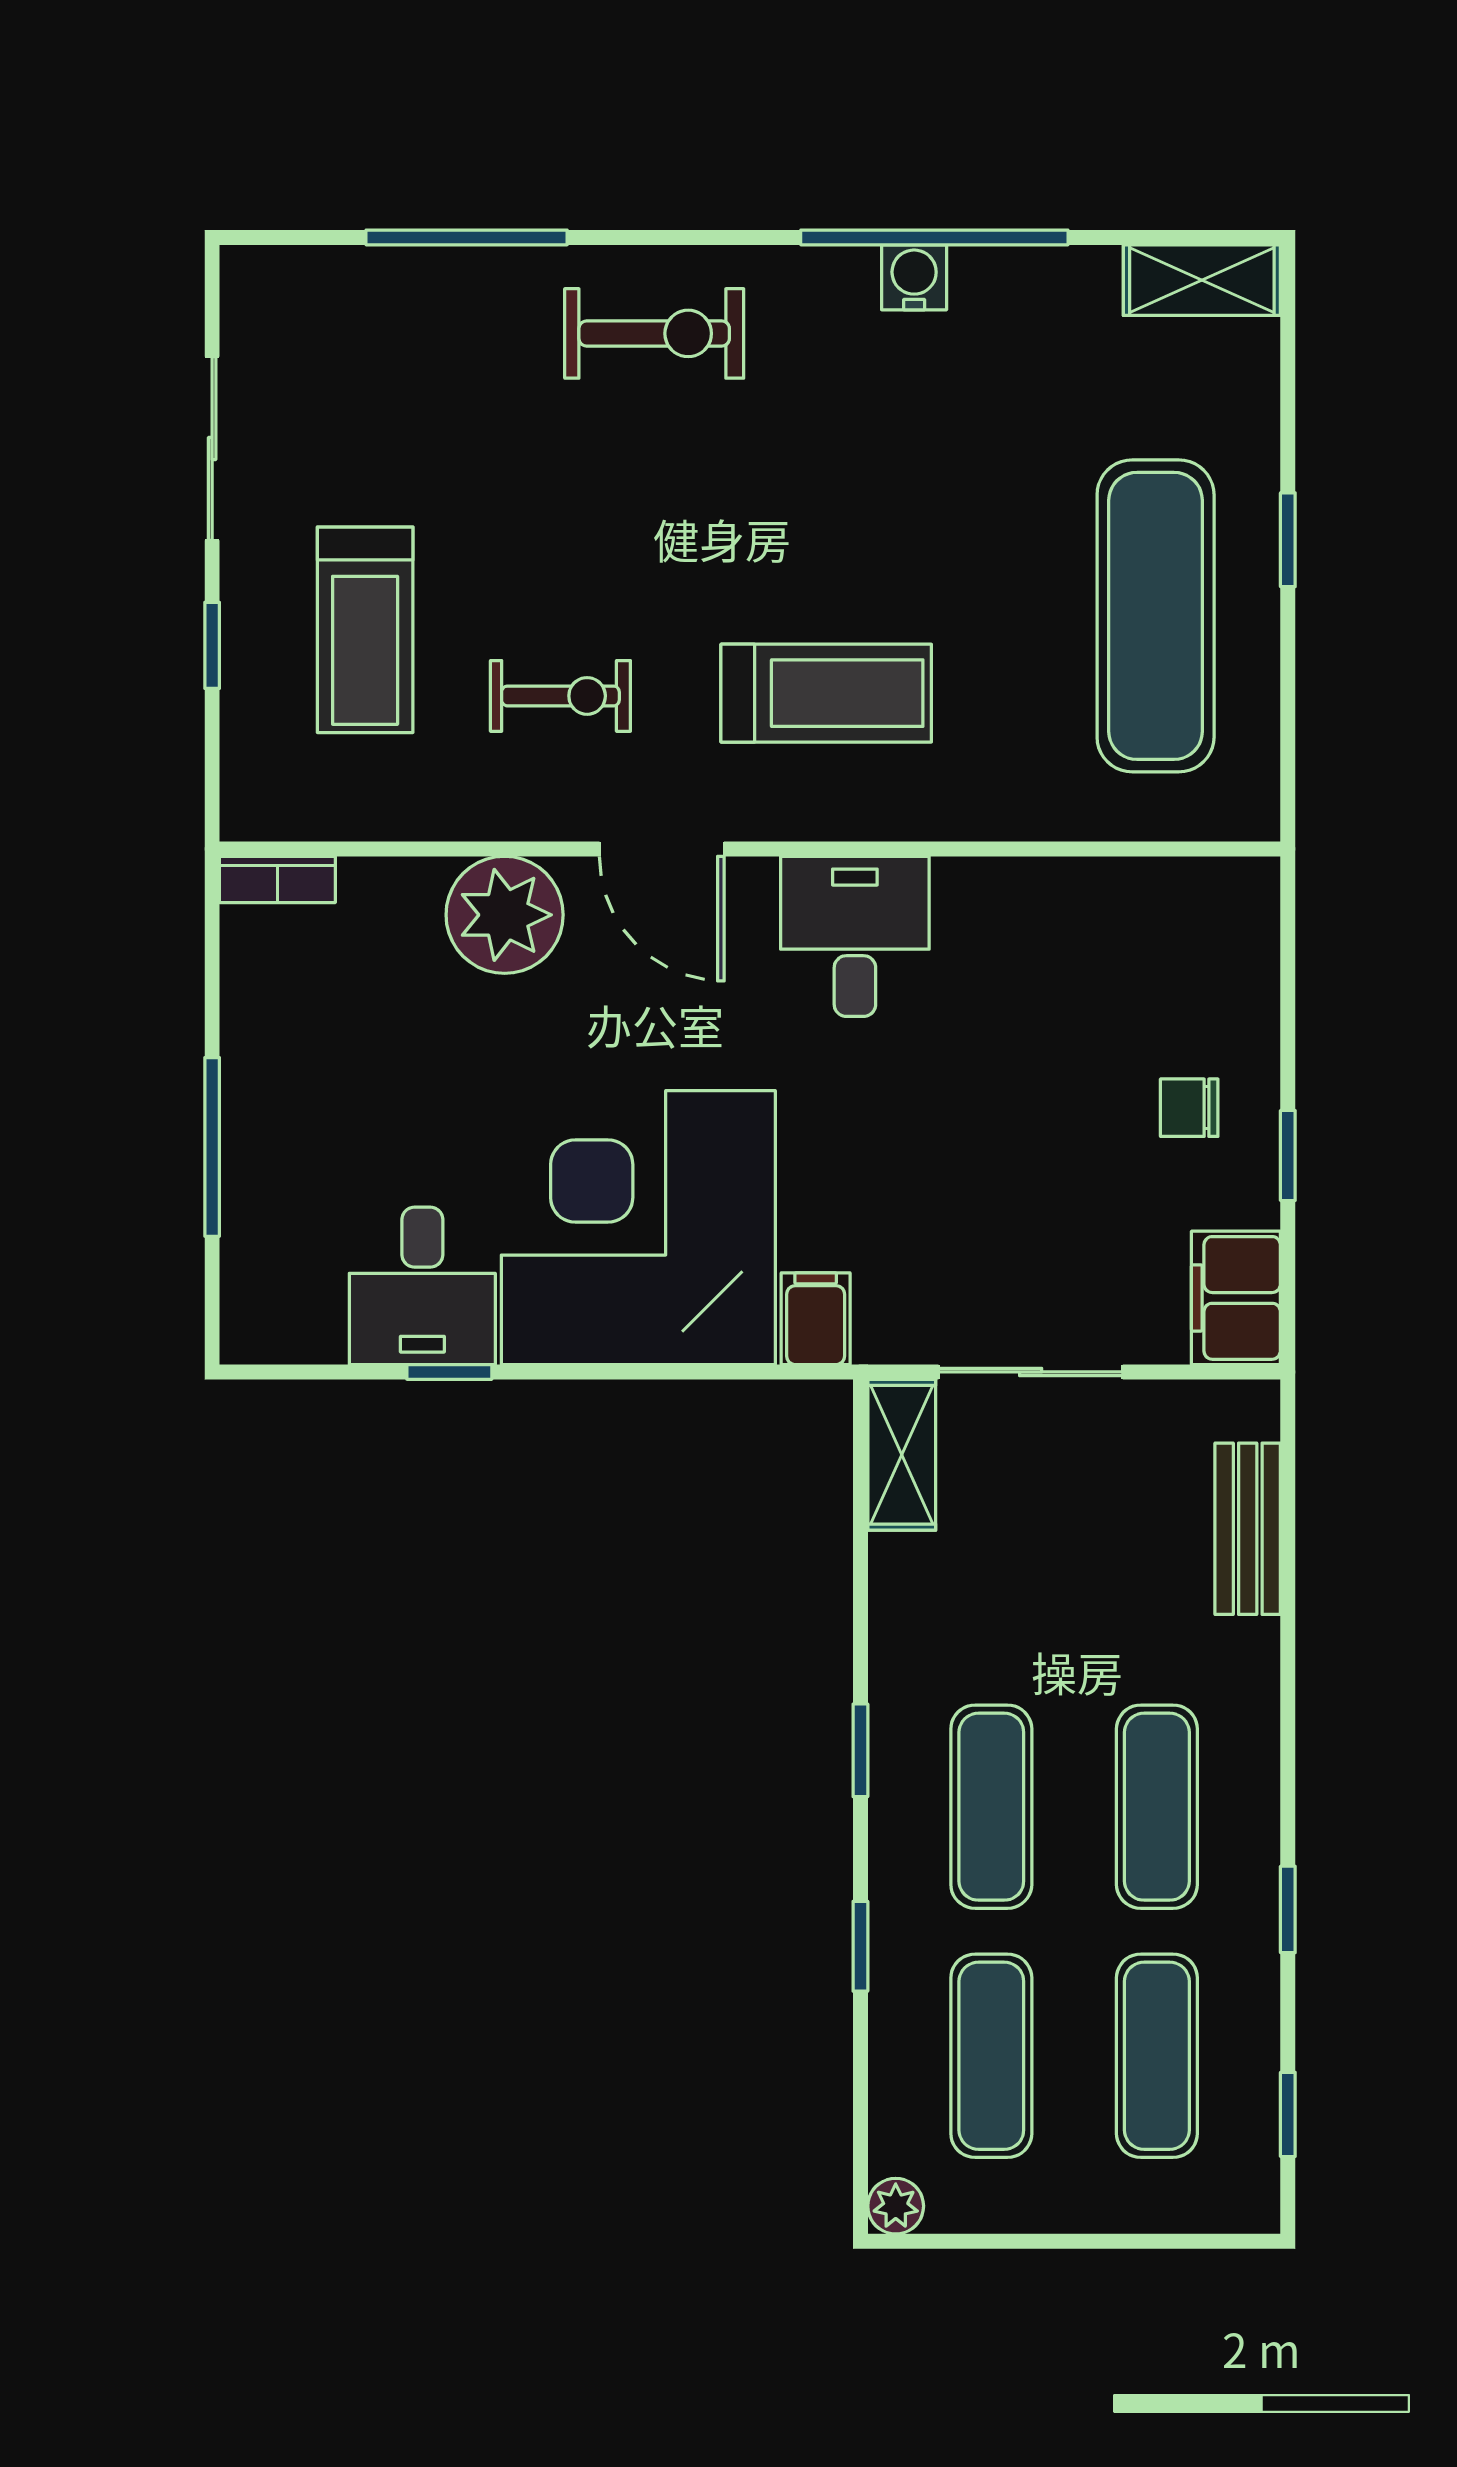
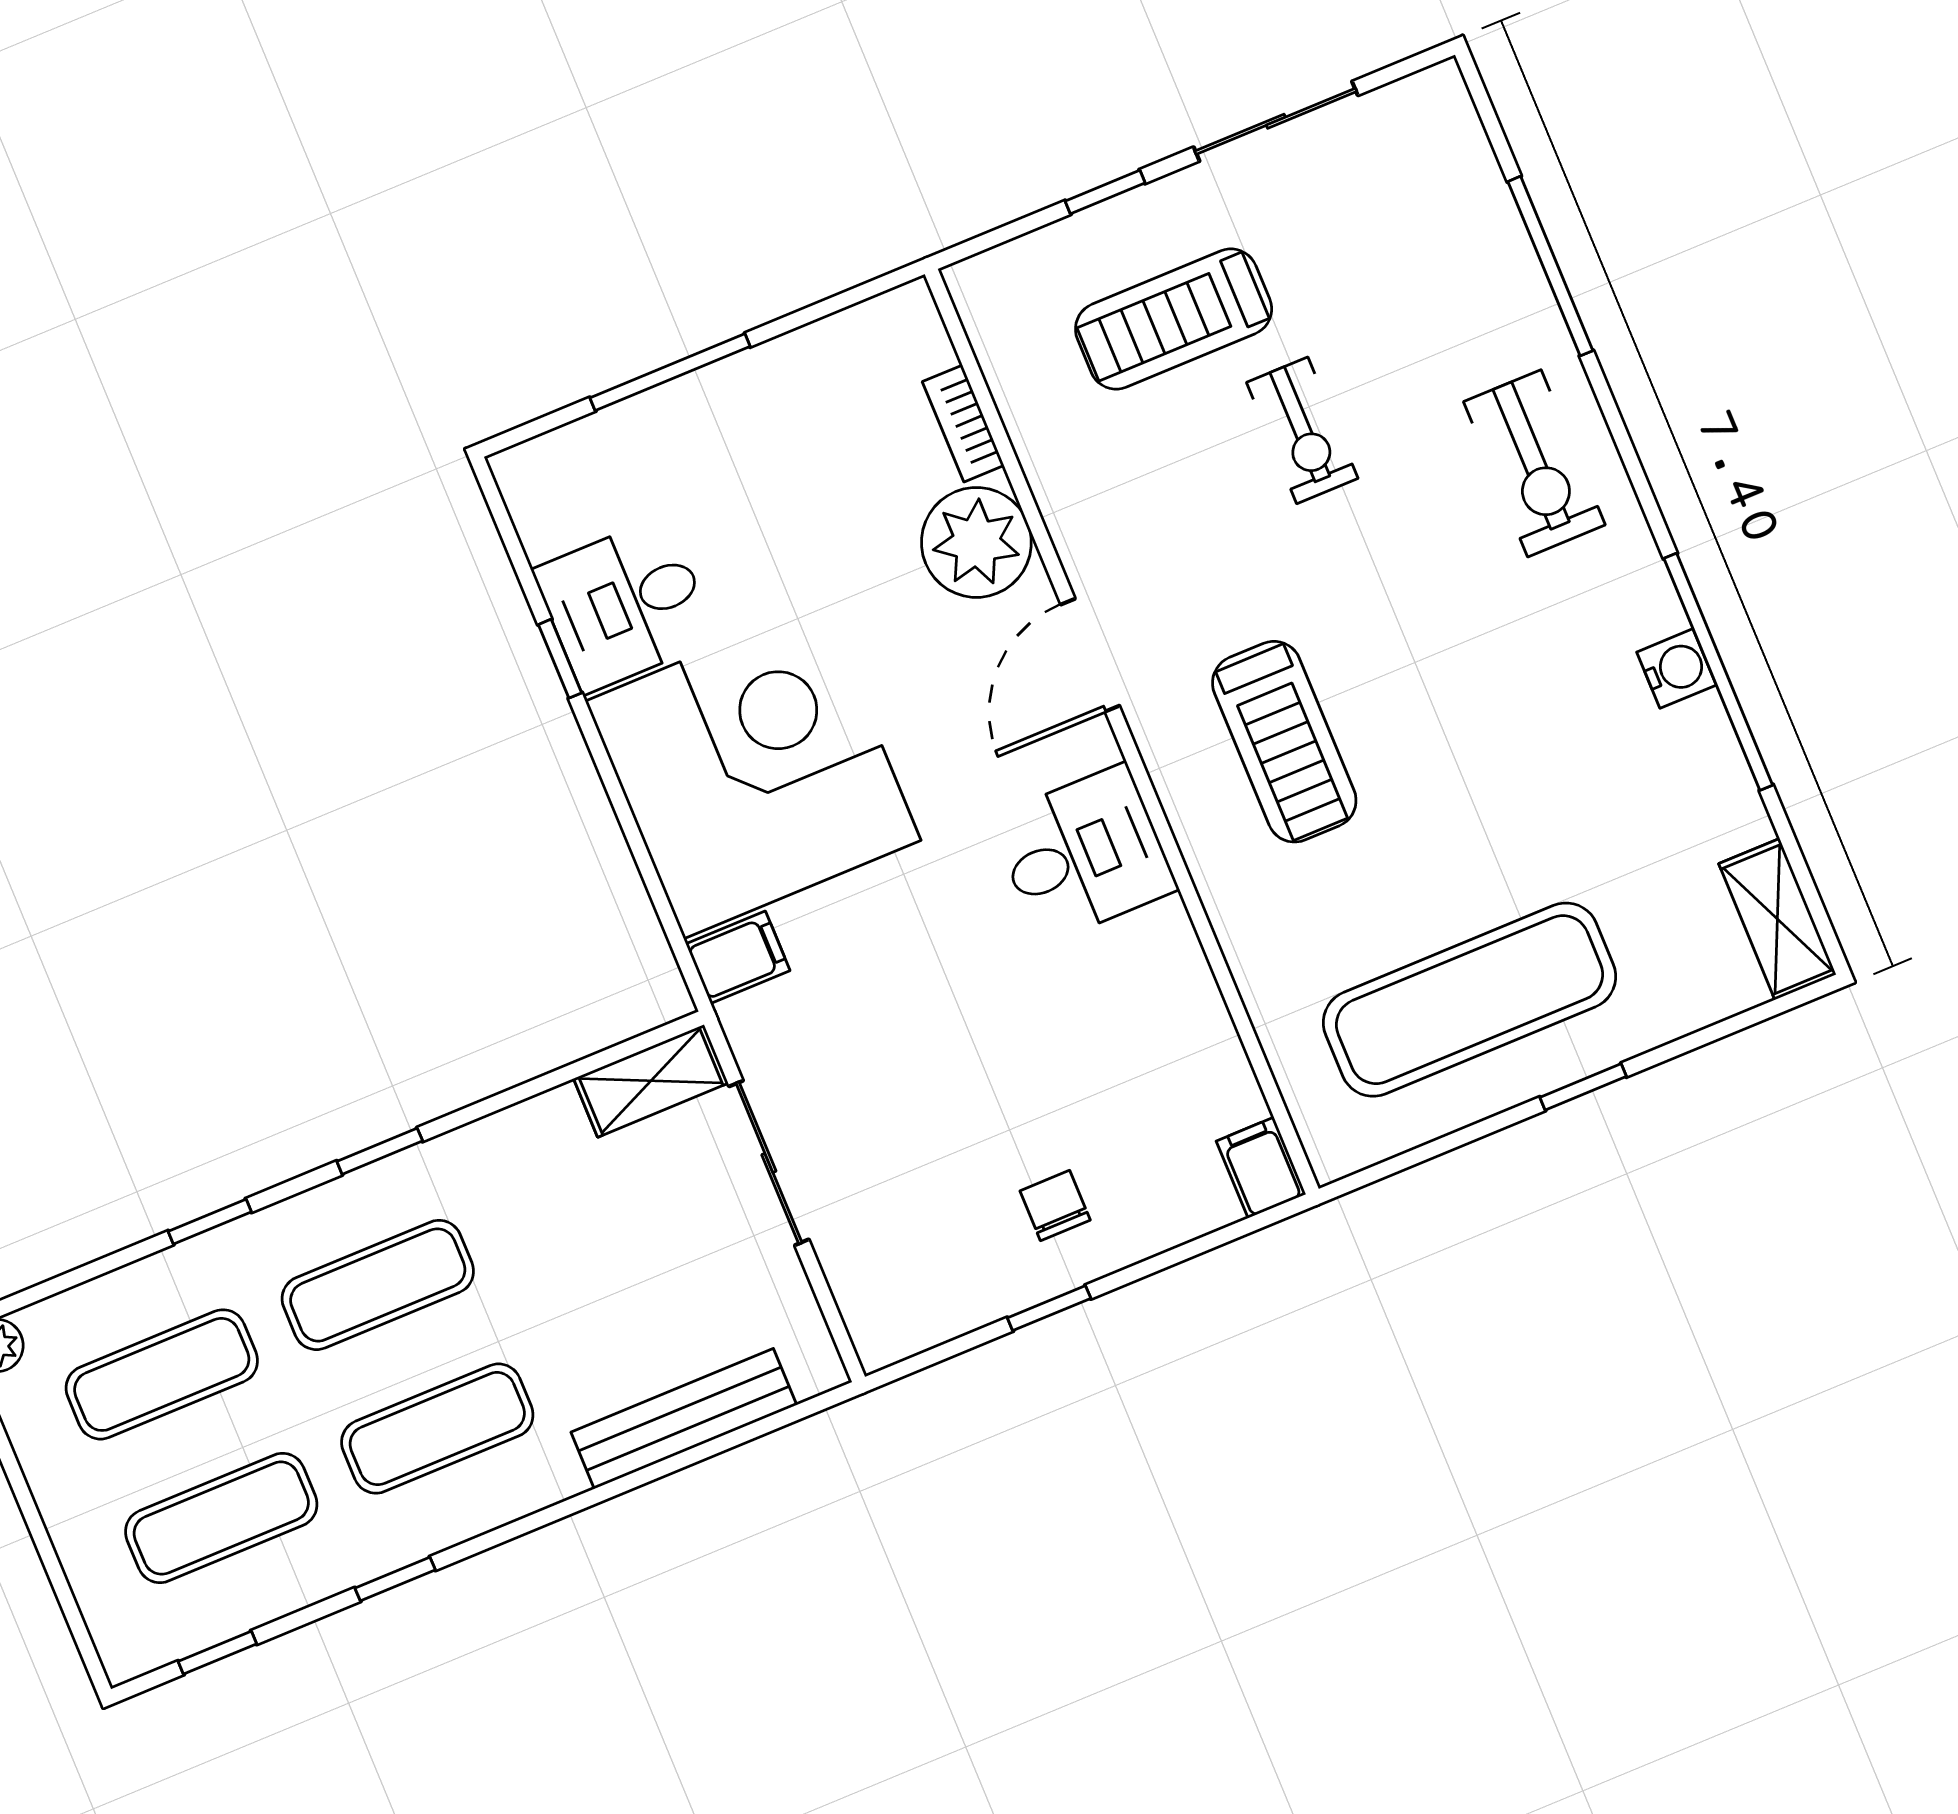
exercise bike: (560, 696) -> (1302, 430), moved
bookcase: (277, 879) -> (963, 424), moved
filing cabinet: (1236, 1298) -> (1261, 1168), moved, width x0.50
bench: (1248, 1529) -> (684, 1419), width x1.36

